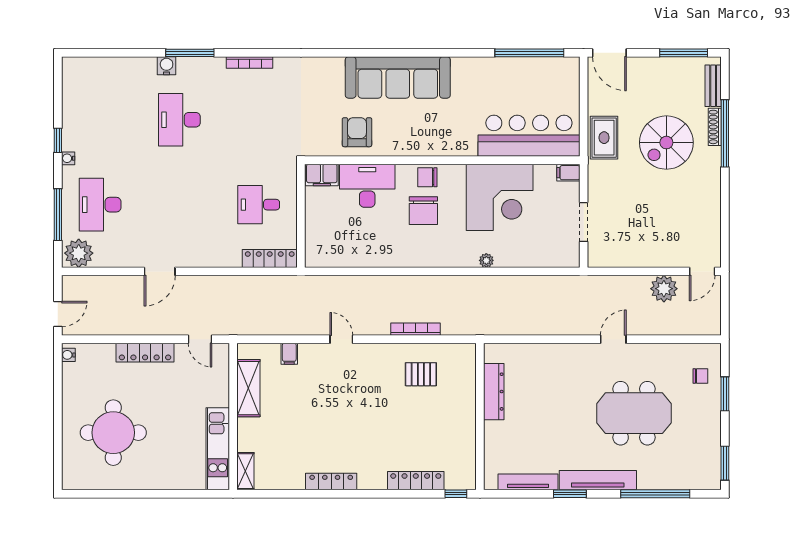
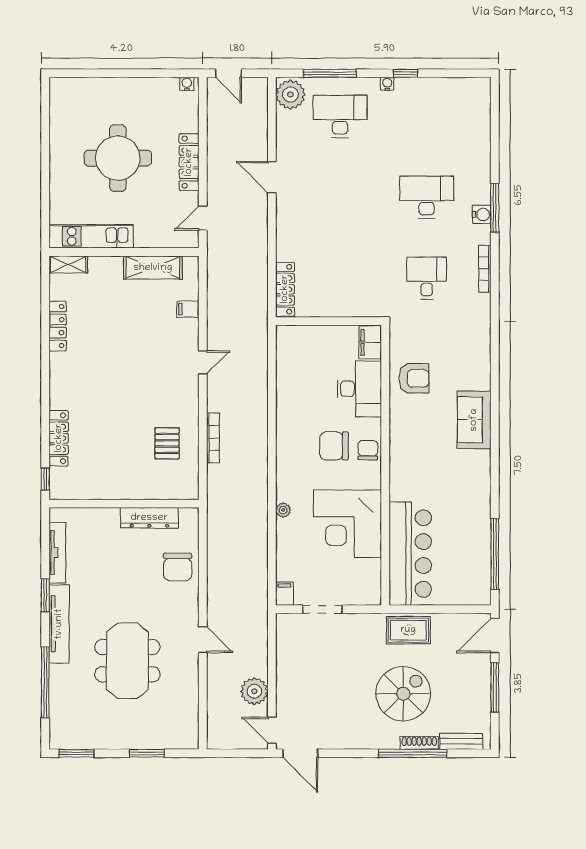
window: (684, 53) -> (495, 688), moved
water cooler: (167, 66) -> (482, 214), moved
sofa: (398, 77) -> (474, 420), width x0.54, depth x0.79
spiral stairs: (666, 143) -> (403, 694), turned 90
filing cabinet: (568, 173) -> (285, 594), moved
desk: (259, 205) -> (427, 278), moved
door: (725, 244) -> (300, 753), added
chair: (700, 376) -> (178, 567), moved, width x1.87, depth x1.87
round table: (113, 433) -> (118, 158), moved
locker: (331, 482) -> (58, 326), moved

